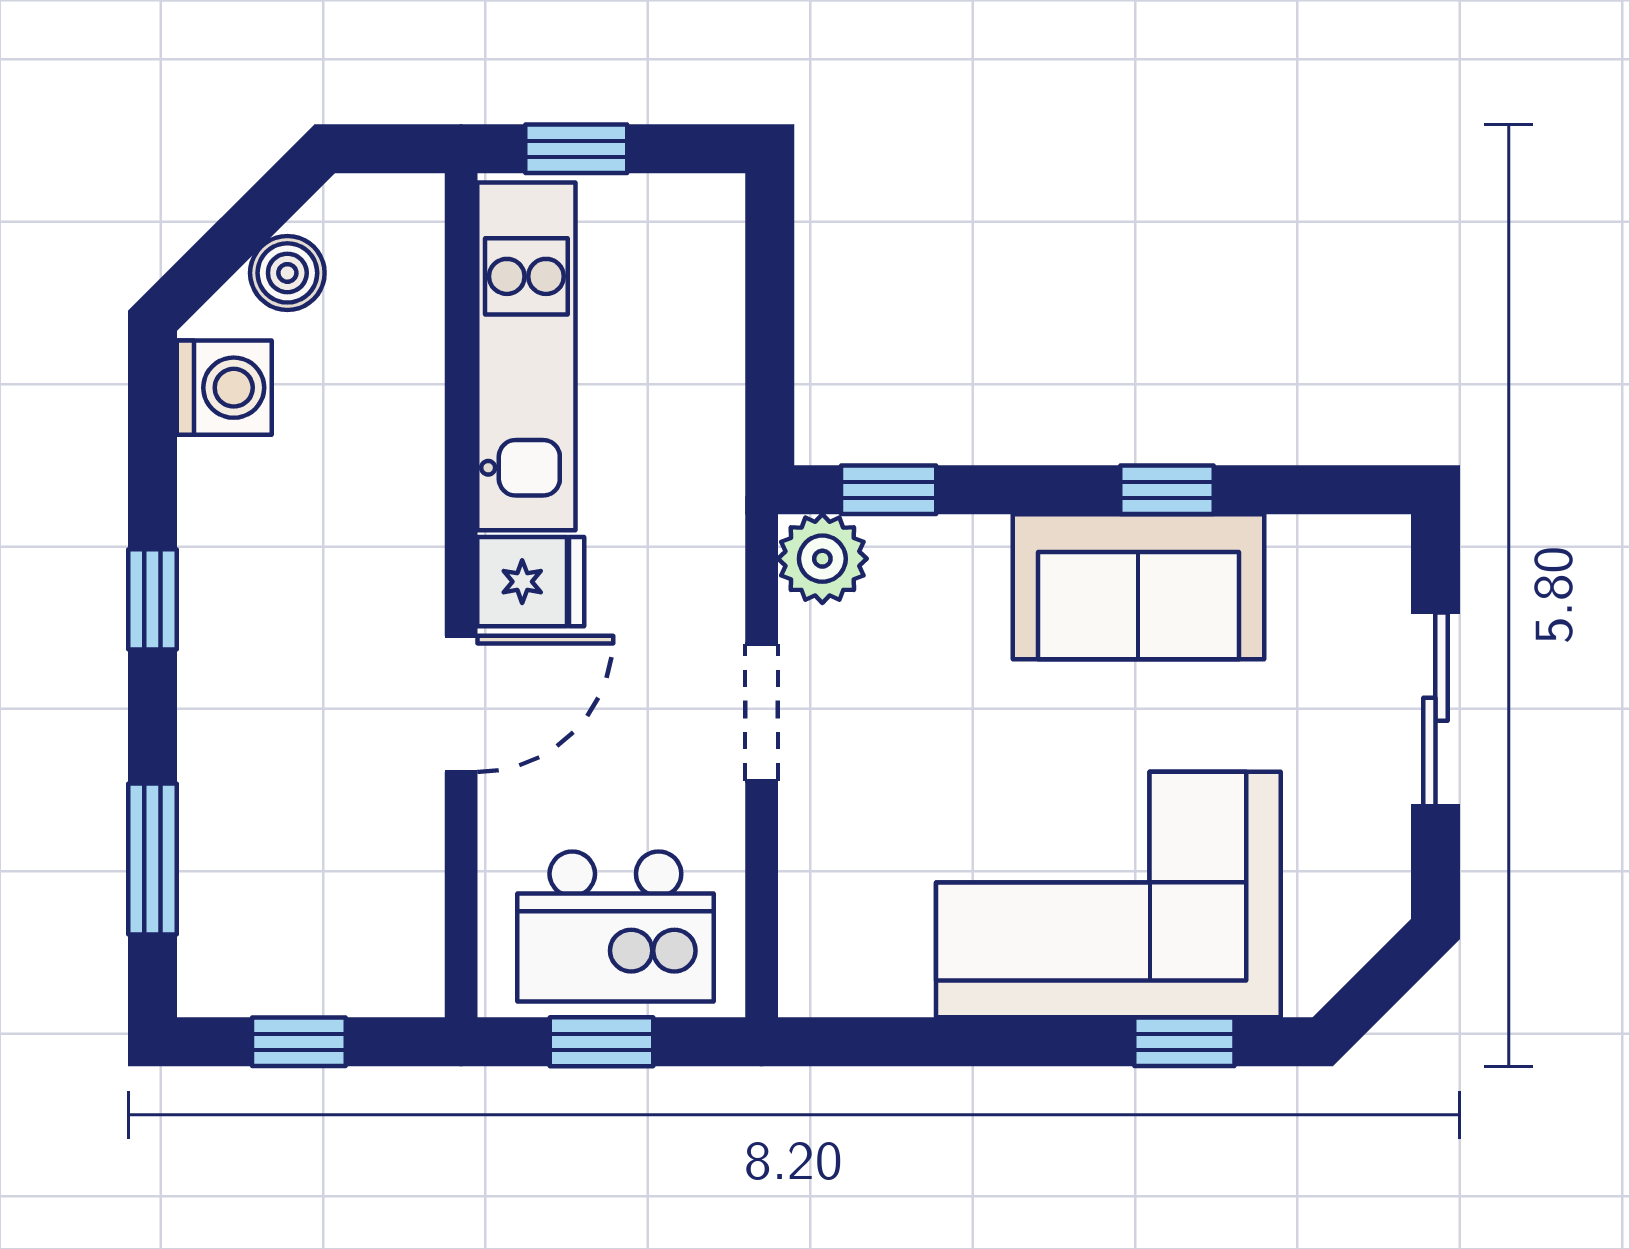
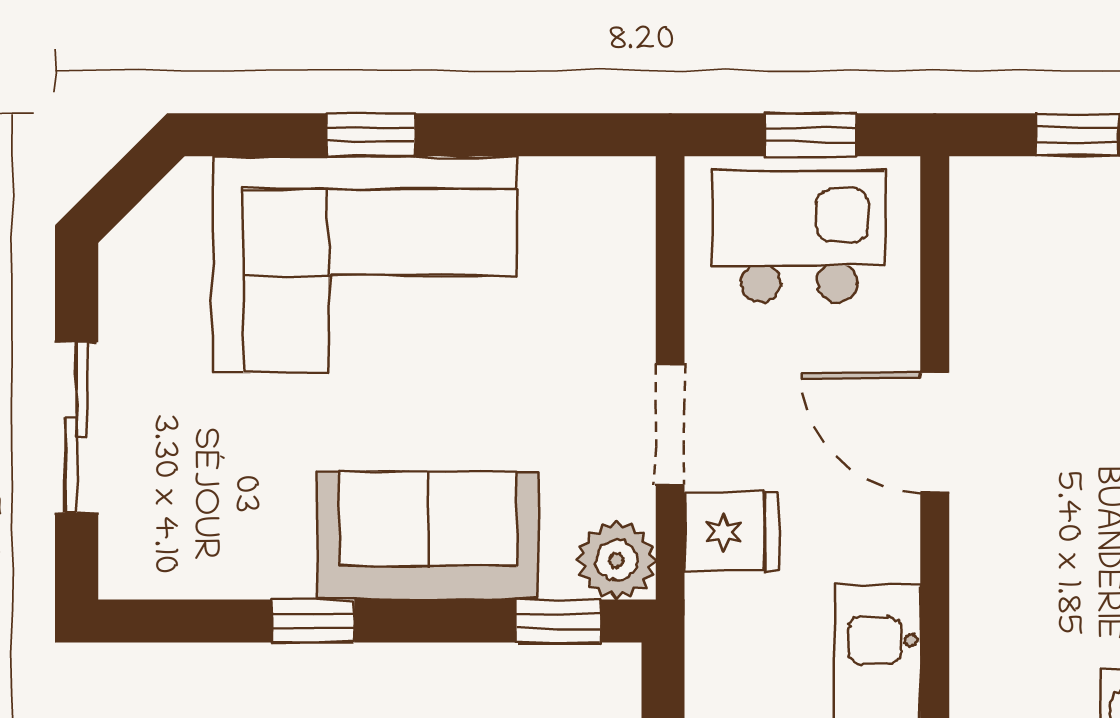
fridge: (531, 582) -> (731, 532), moved, turned 180
sofa: (1138, 587) -> (428, 536), moved
door: (461, 704) -> (935, 432), hinge flipped
window: (1184, 1042) -> (371, 135), moved

